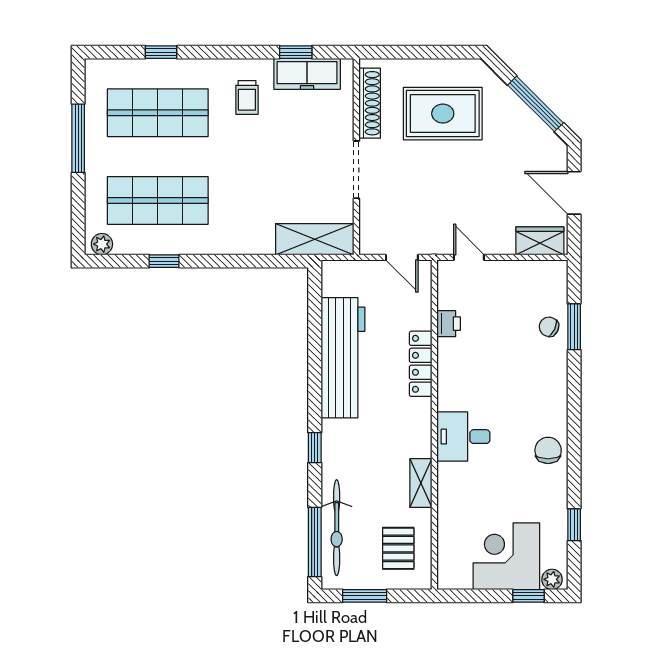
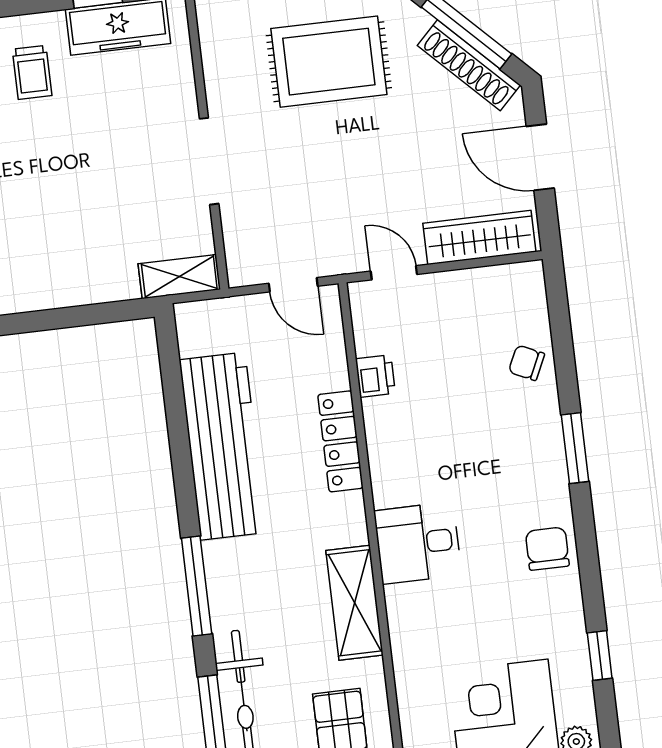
shoe rack: (370, 103) -> (469, 65), moved, turned 135
shelving: (315, 239) -> (179, 277), width x0.67, depth x0.75
wardrobe: (540, 241) -> (479, 238), width x1.50
window: (574, 327) -> (575, 448), moved
window: (315, 448) -> (197, 586), width x2.17
shelving: (421, 483) -> (354, 603), width x1.50, depth x1.33

